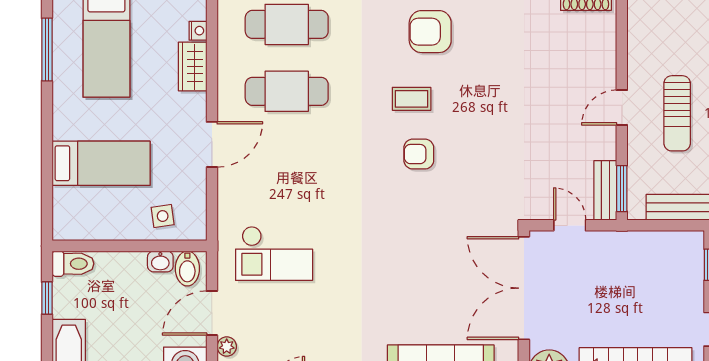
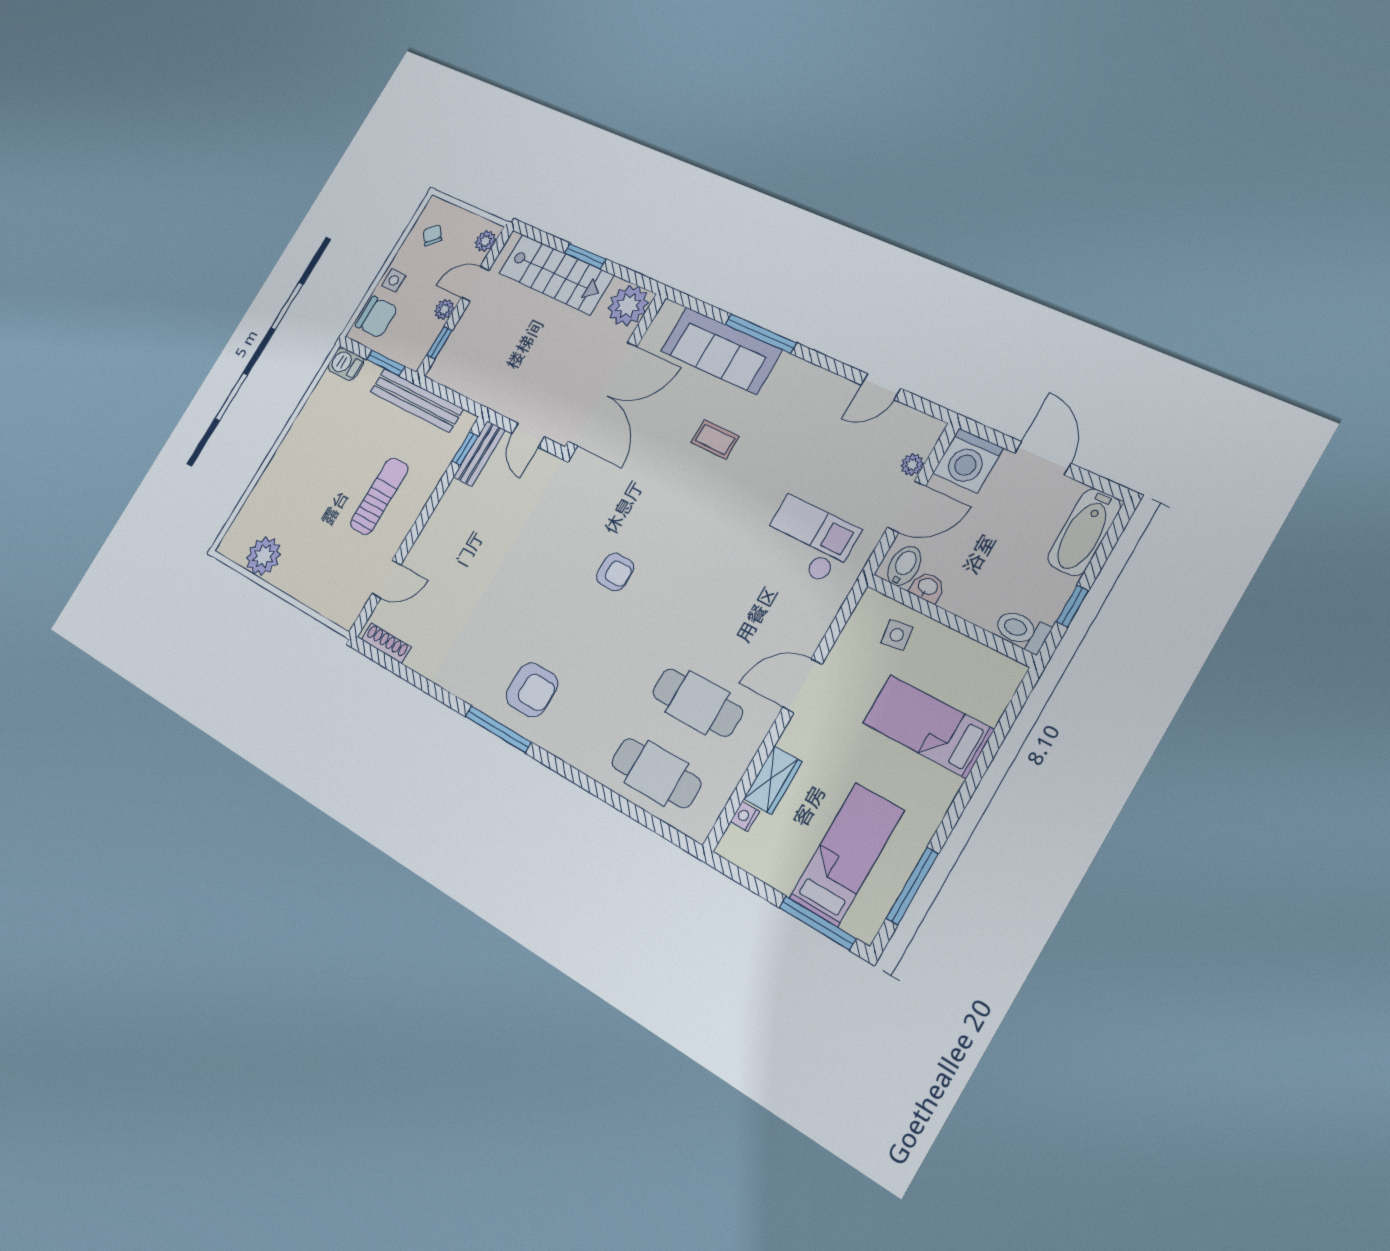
coffee table: (412, 99) -> (715, 439), moved
door: (622, 107) -> (386, 579), moved
window: (622, 189) -> (465, 448), width x0.67

